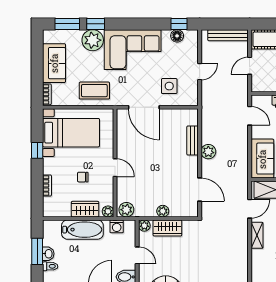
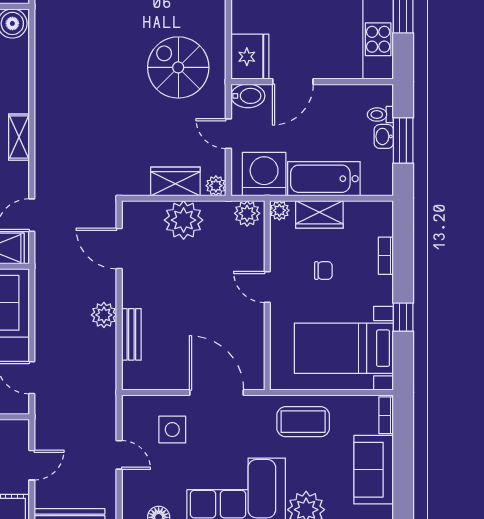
door: (200, 72) -> (119, 455), swing flipped
plant: (163, 211) -> (184, 220), width x1.88, depth x1.88
washing machine: (117, 226) -> (264, 174), width x1.89, depth x1.89
shelving: (257, 235) -> (19, 137), moved

